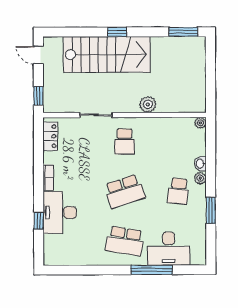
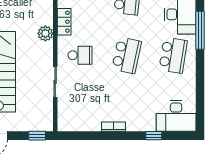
locker: (50, 136) -> (64, 22), moved, turned 90
school desk: (125, 191) -> (127, 55), turned 30
desk: (60, 213) -> (176, 116), moved

